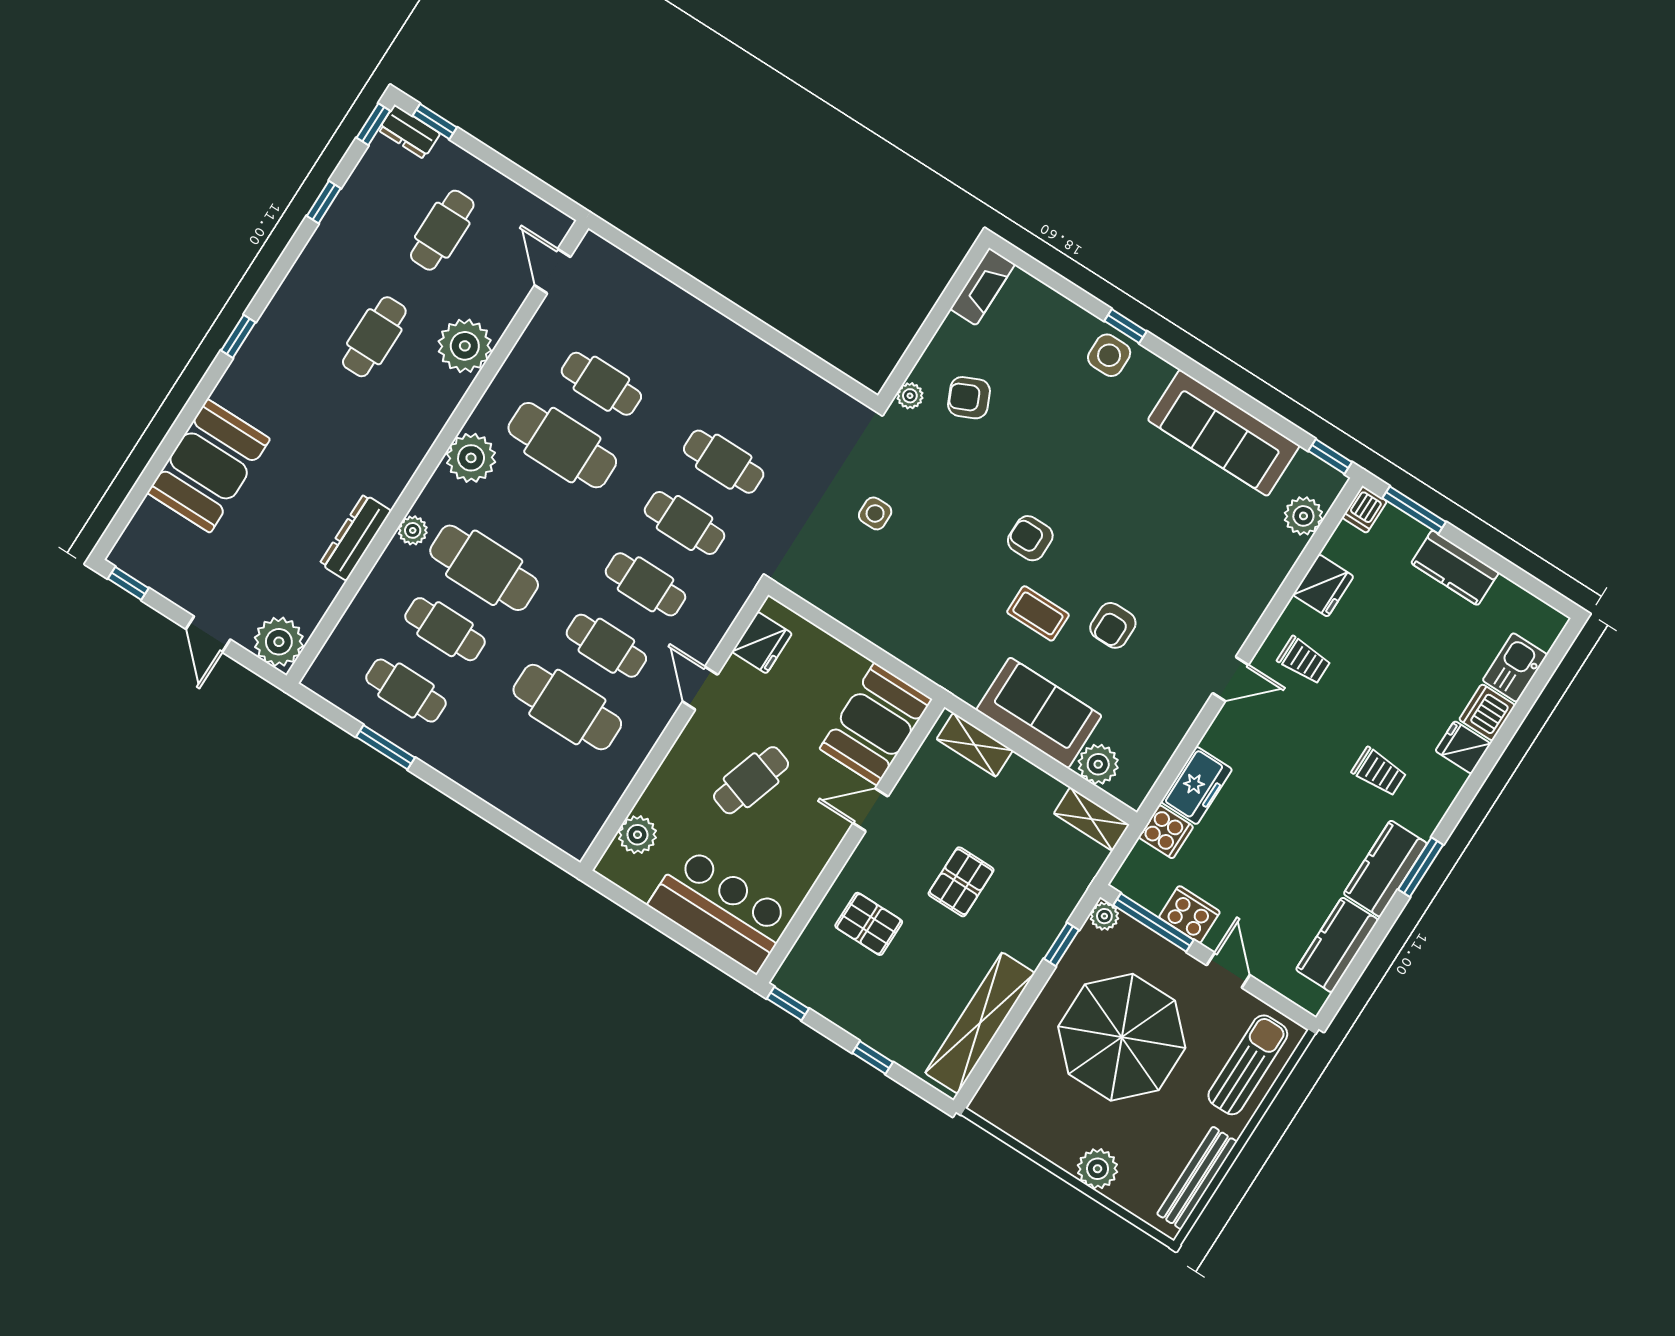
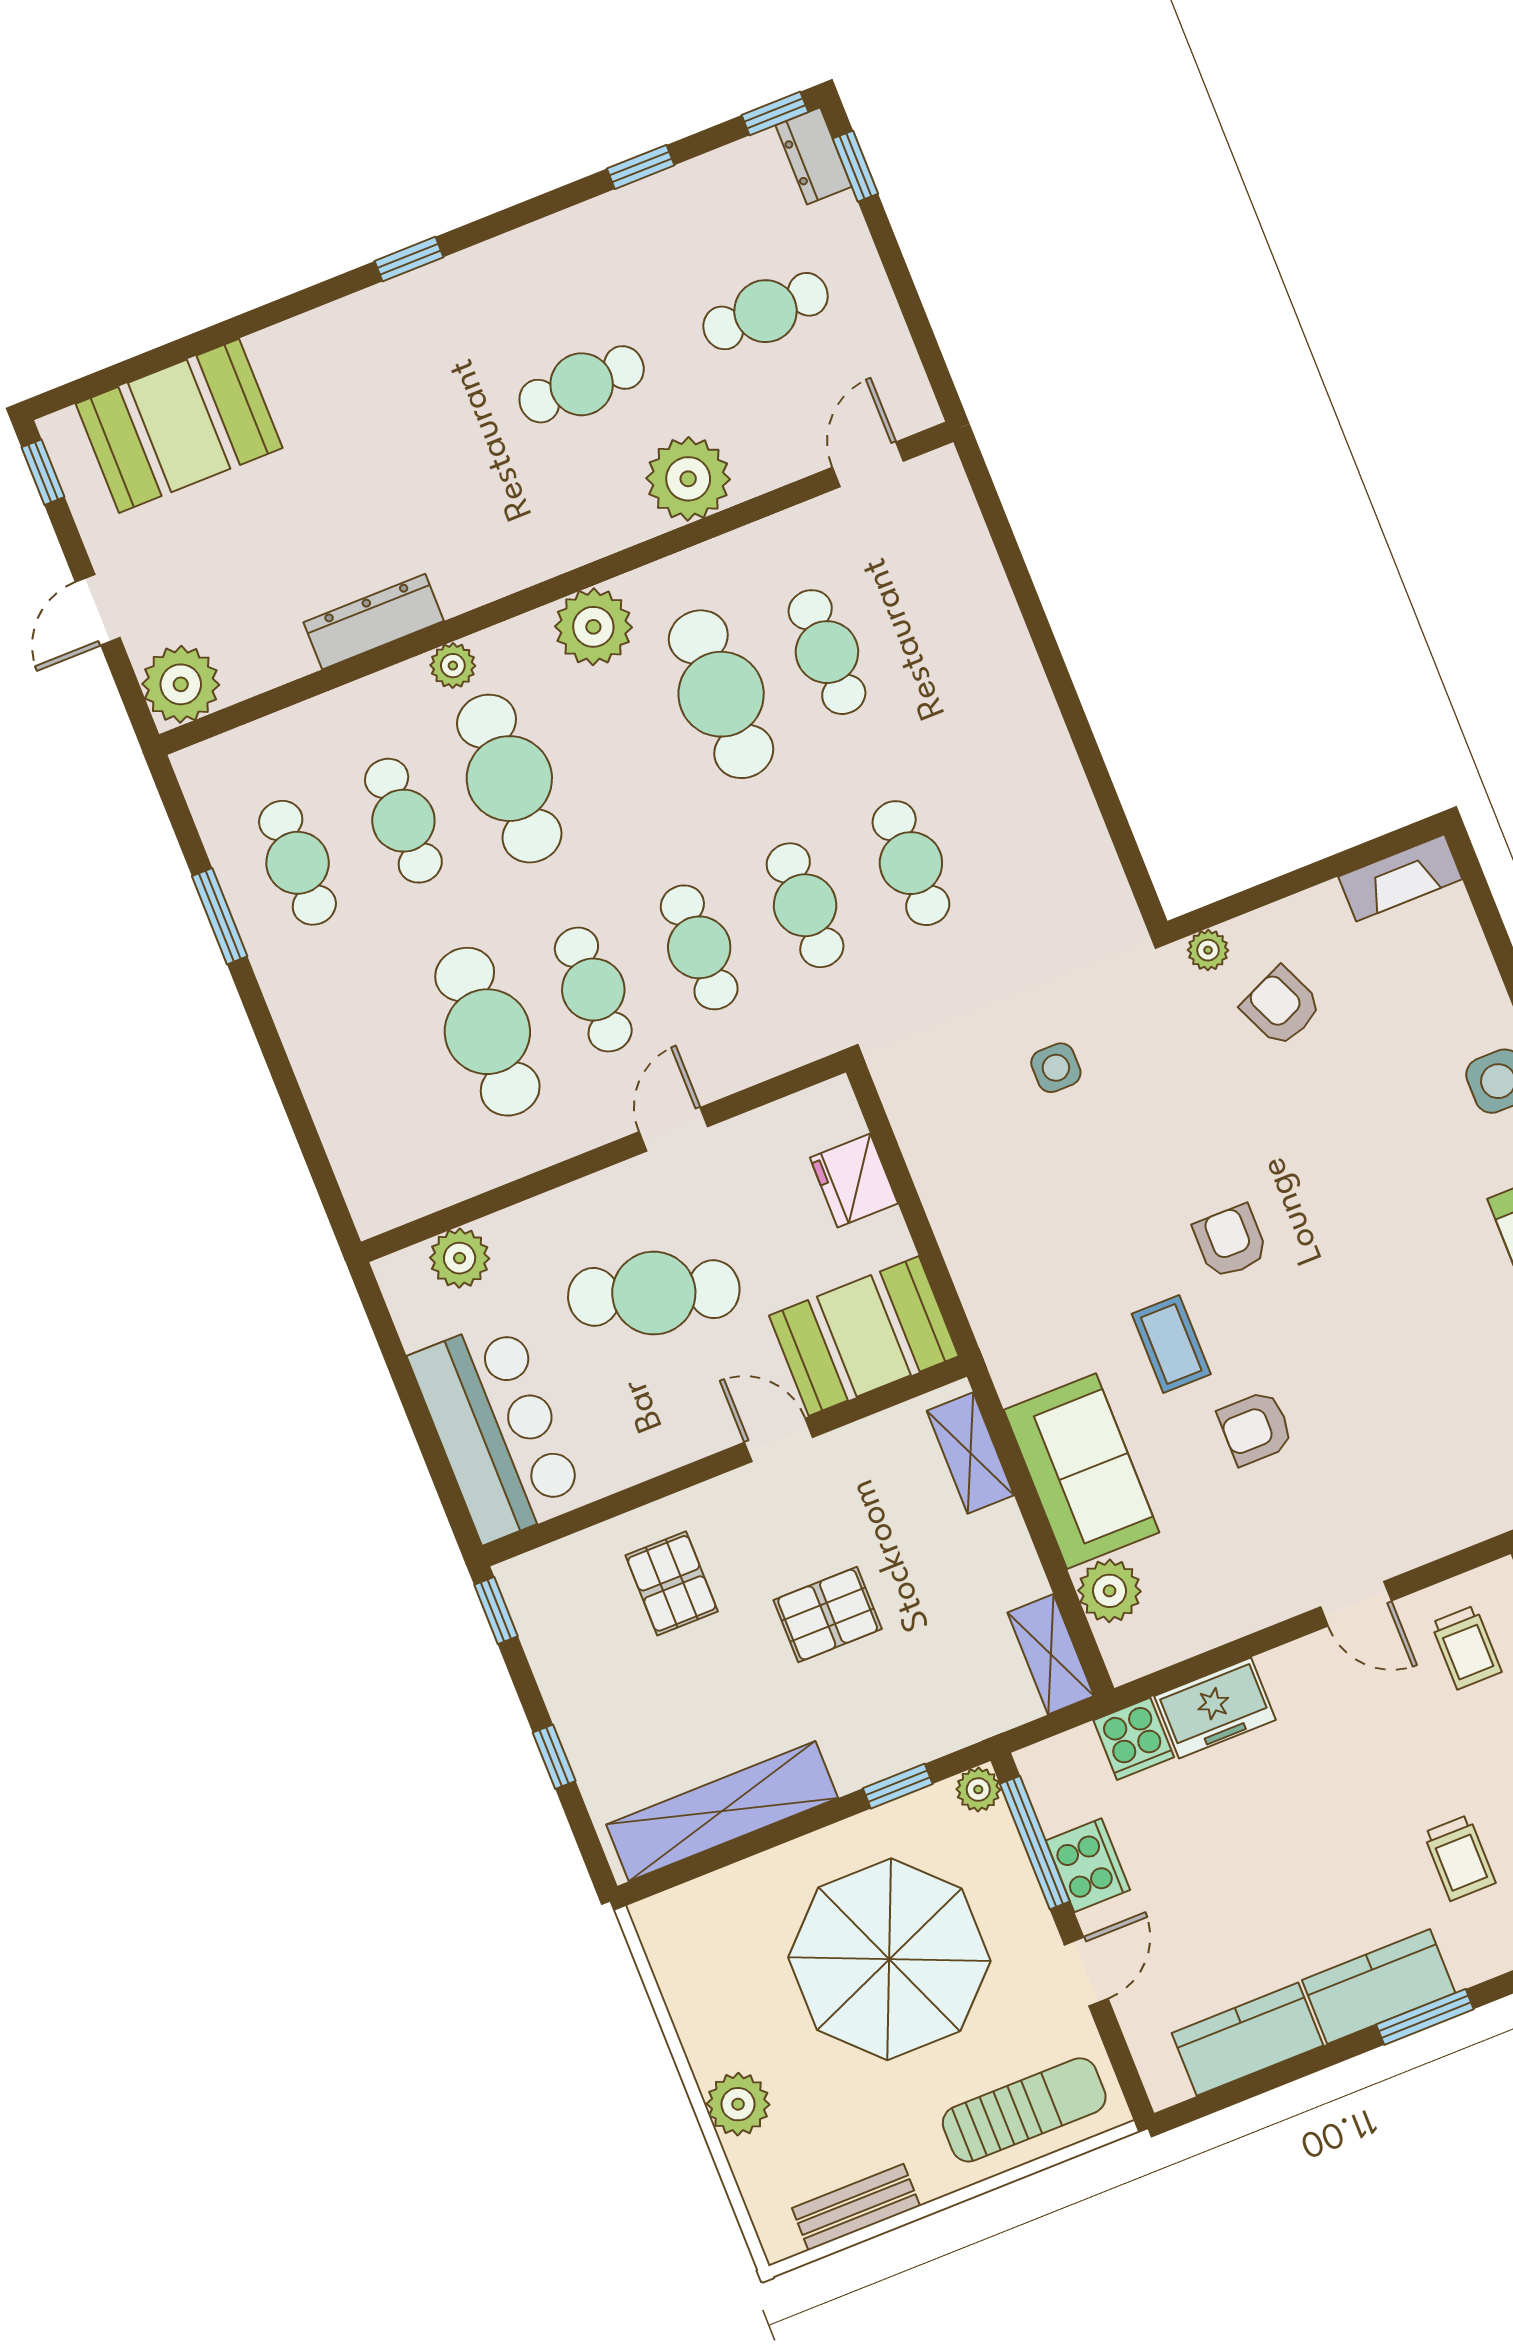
booth: (209, 466) -> (179, 426), moved
fridge: (762, 643) -> (854, 1181), moved, turned 90
cafe table: (751, 780) -> (654, 1293), width x1.37, depth x1.35
bench: (1197, 1178) -> (856, 2207), width x0.73

